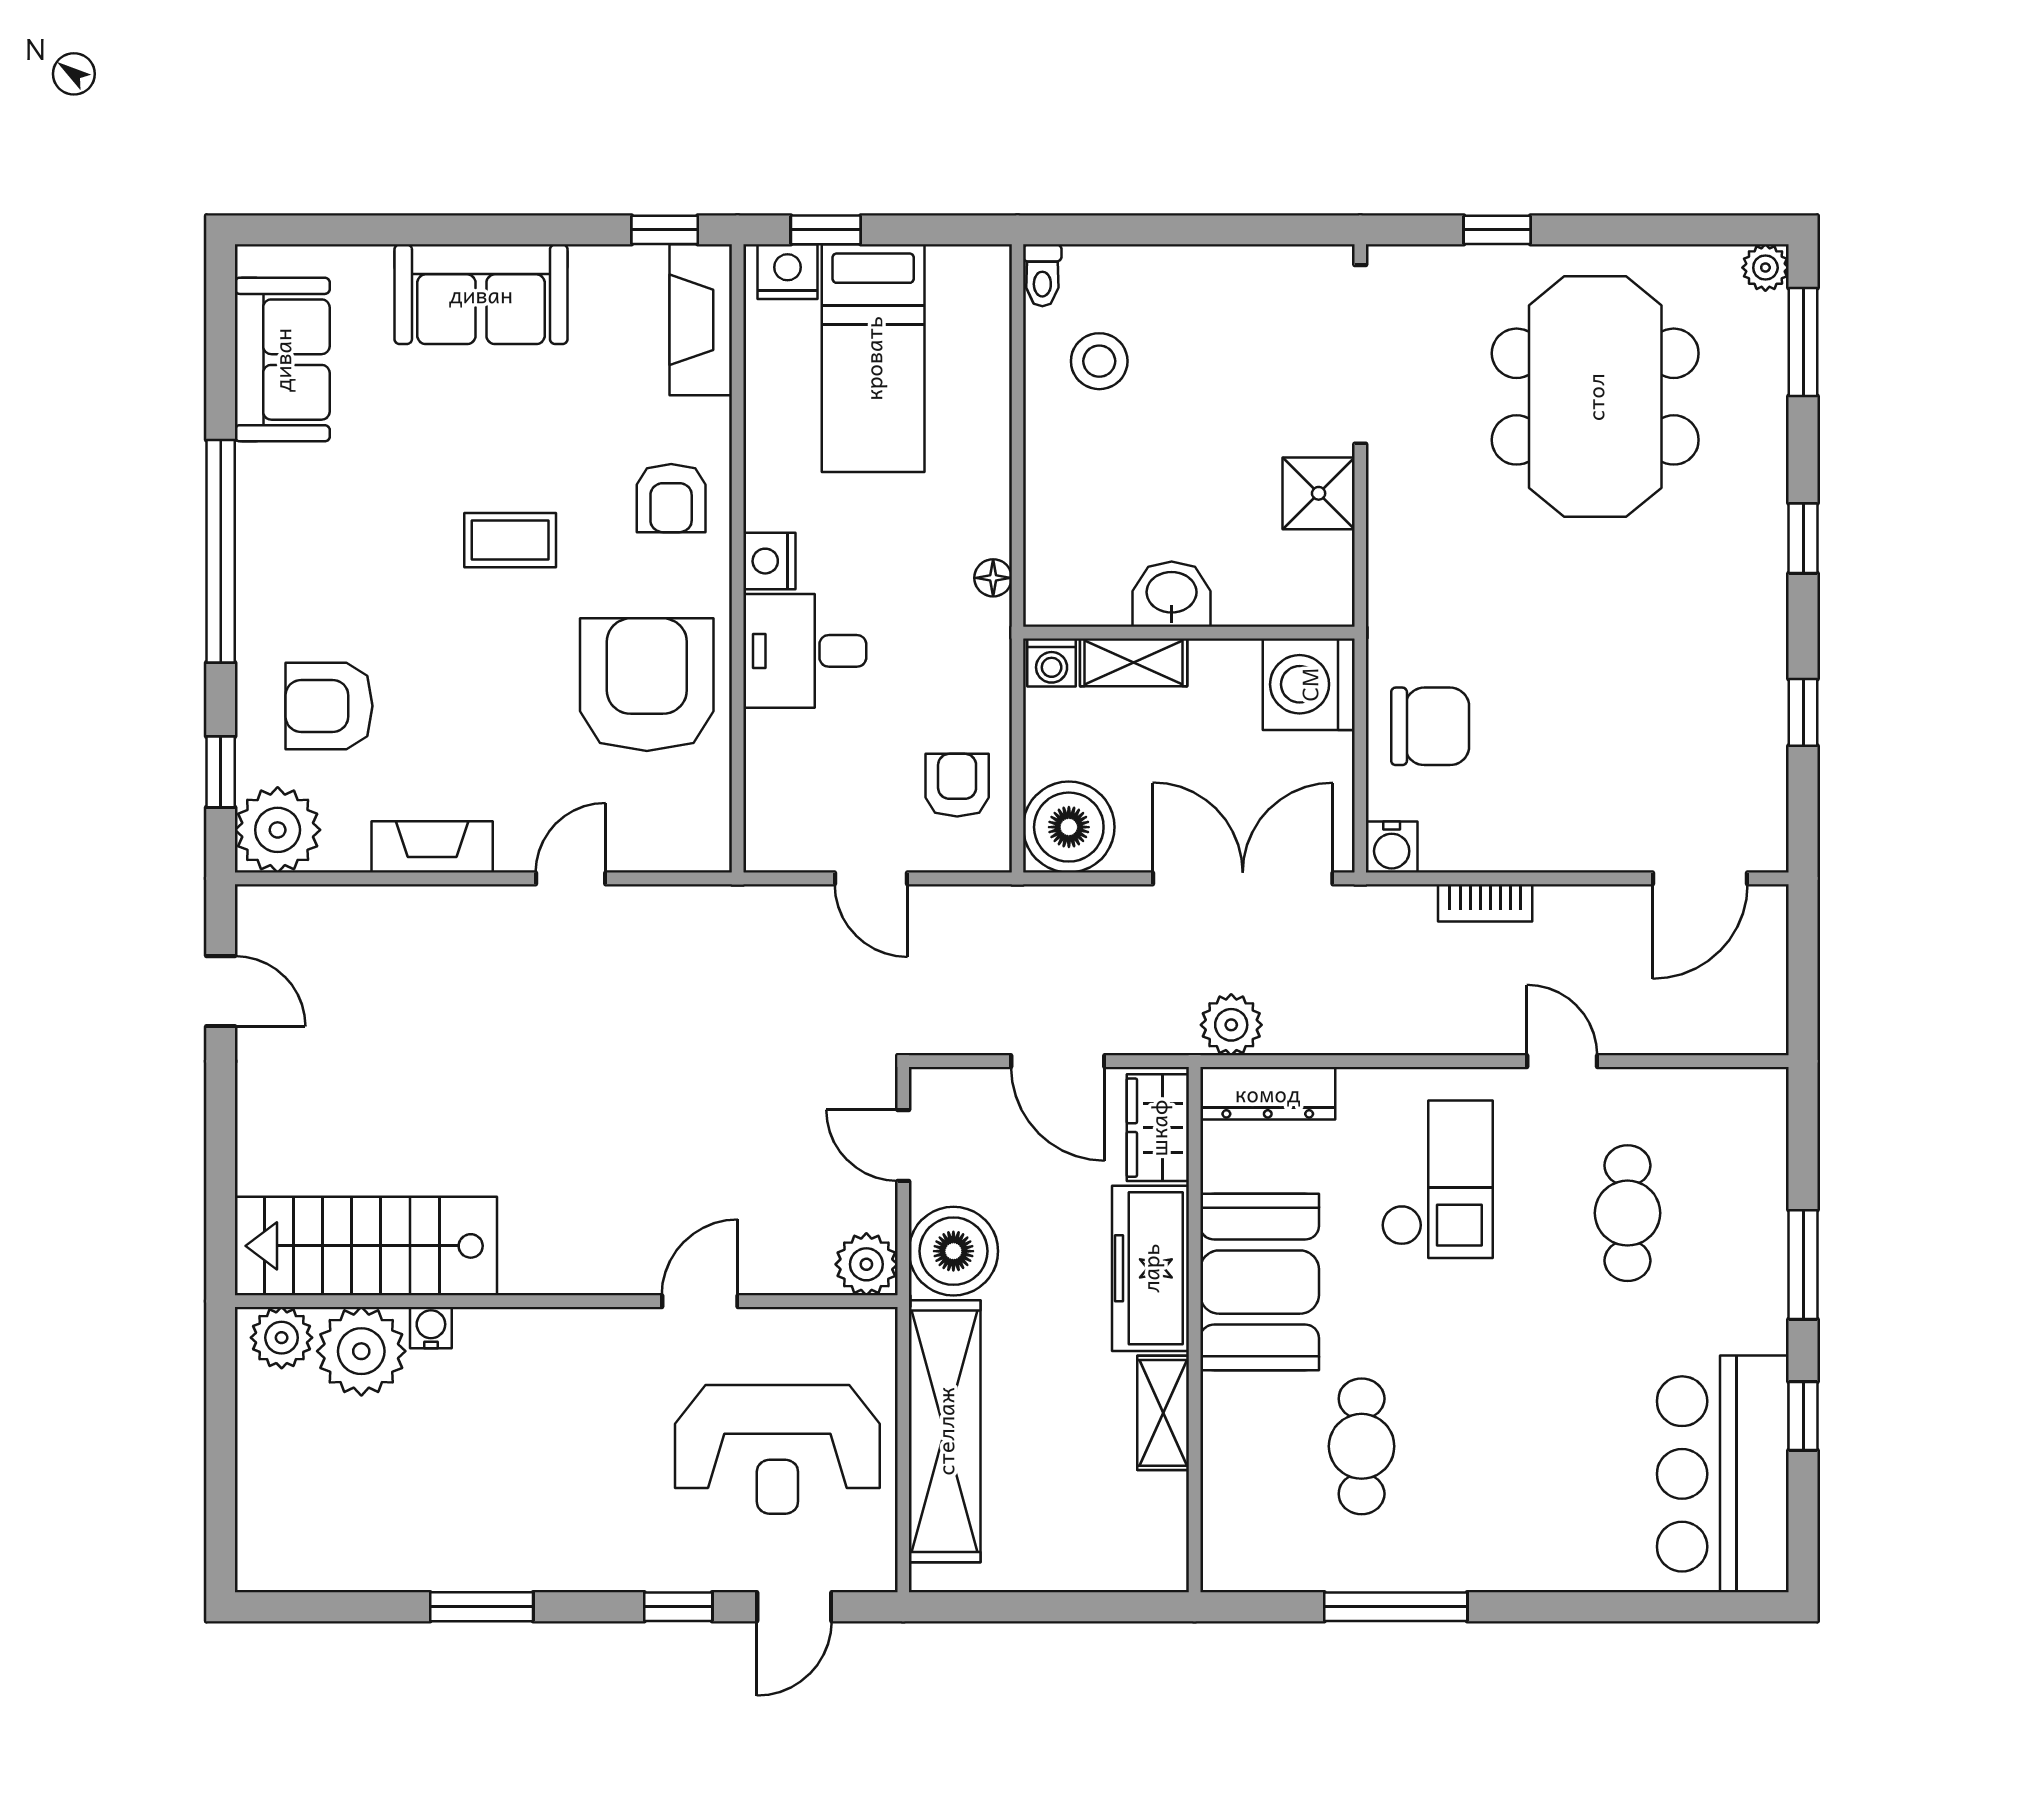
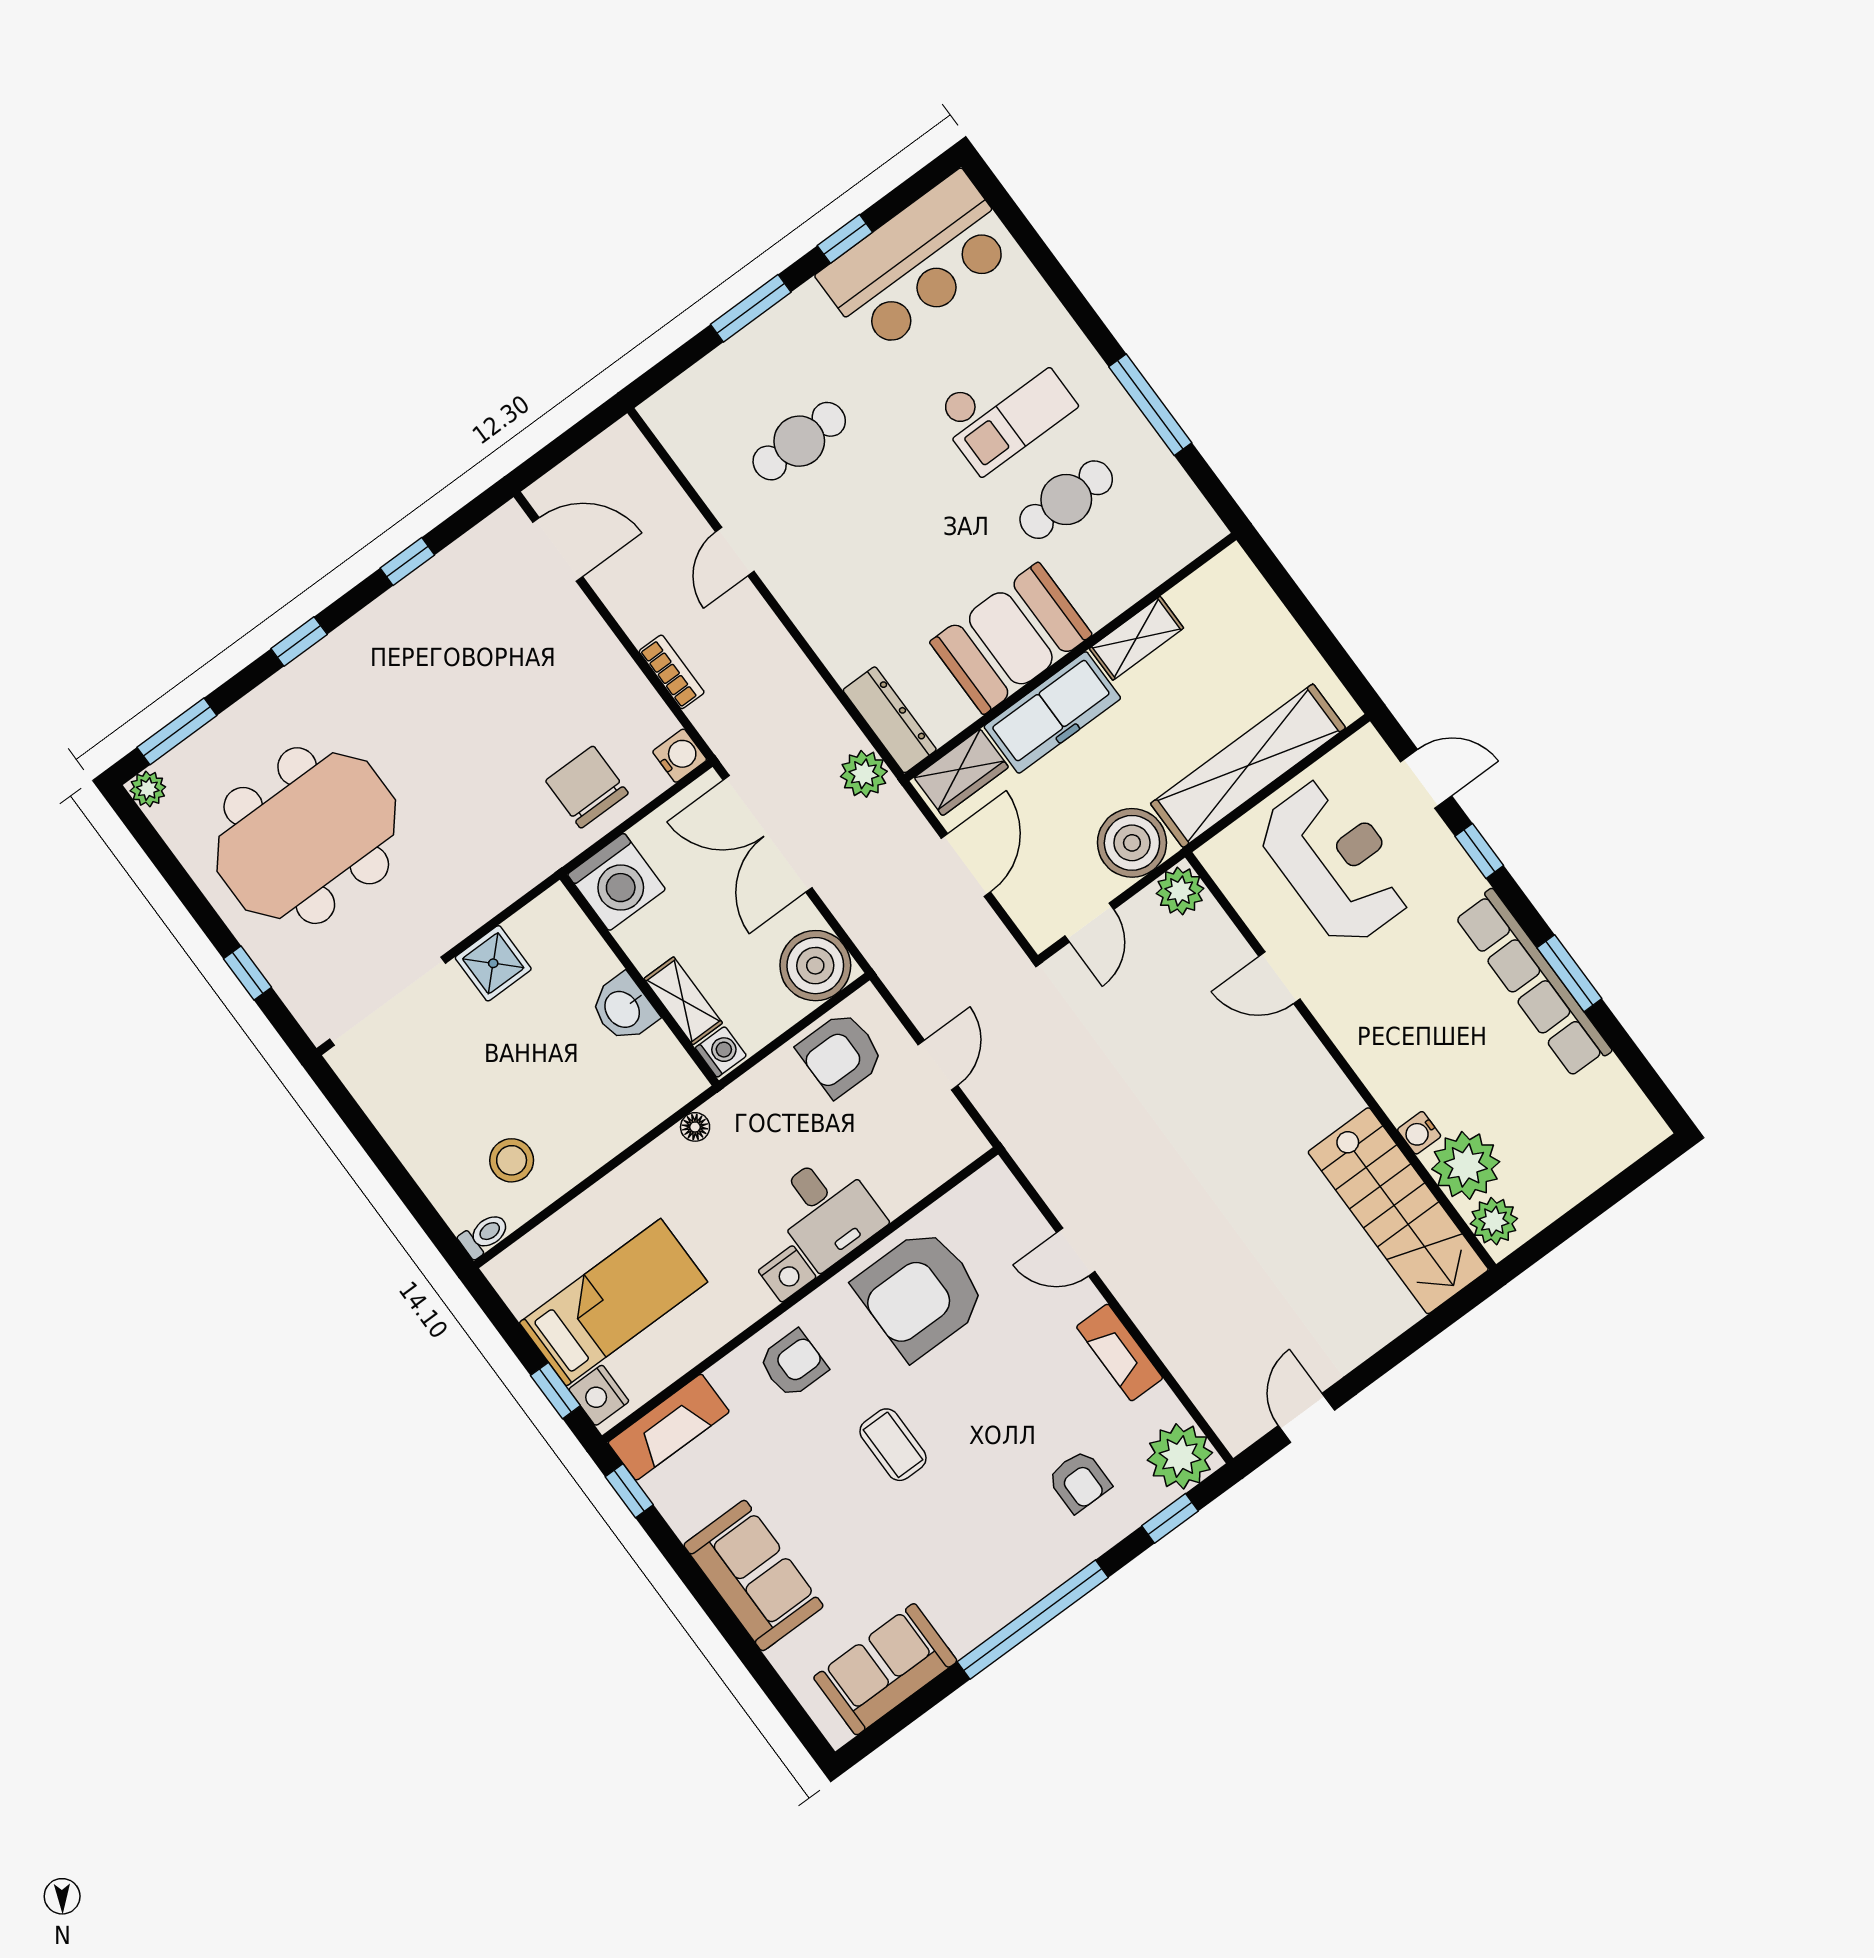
armchair: (329, 706) -> (1079, 1481), width x0.72, depth x0.72
armchair: (957, 785) -> (840, 1054), width x1.38, depth x1.38
checkout: (1437, 1179) -> (1005, 408), moved, turned 180
row of seats: (499, 1561) -> (1533, 983), added

